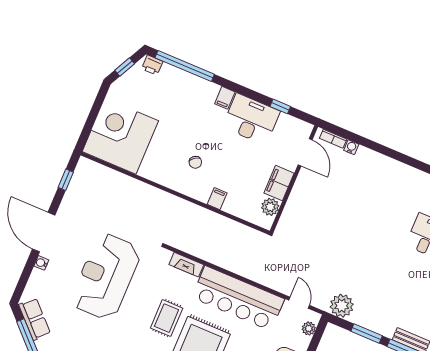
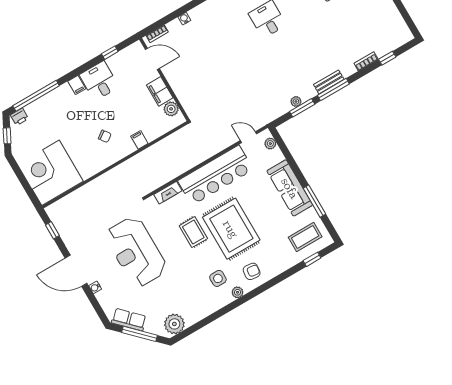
desk: (251, 119) -> (99, 81), width x0.73
water cooler: (351, 147) -> (184, 19), moved
plant: (342, 306) -> (296, 101), moved, width x0.53, depth x0.53

